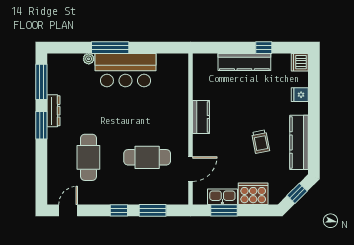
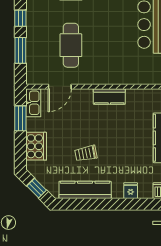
door: (191, 169) -> (60, 87), hinge flipped
kitchen sink: (222, 197) -> (33, 103), moved

